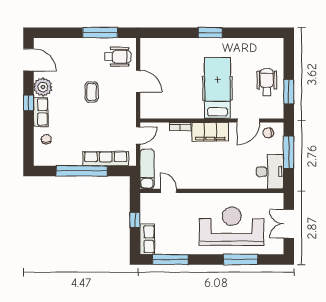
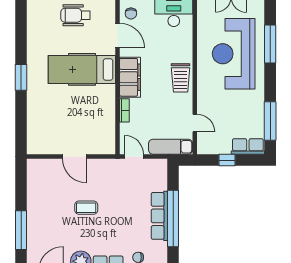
window: (100, 33) -> (21, 230), moved
wheelchair: (118, 57) -> (48, 179), removed
door: (138, 81) -> (74, 156), swing flipped
row of seats: (106, 159) -> (159, 216), moved
trolley: (210, 178) -> (181, 78), added
door: (169, 191) -> (195, 123), swing flipped

